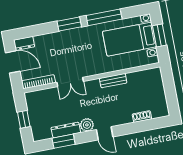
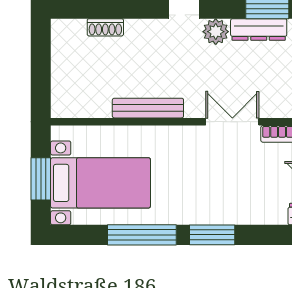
bench: (113, 81) -> (148, 108), width x1.36

